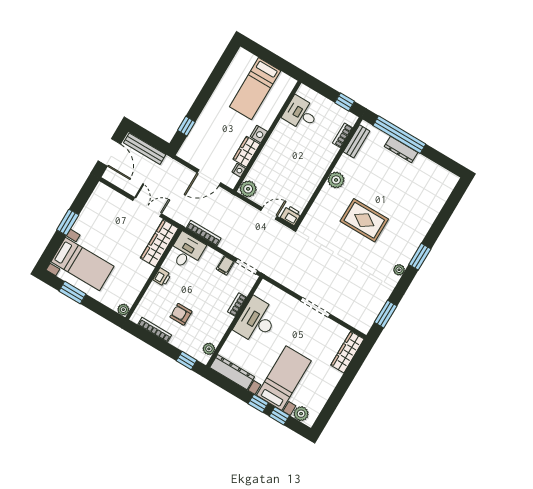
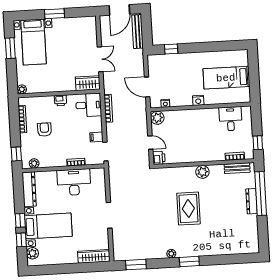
wardrobe: (246, 152) -> (181, 100), removed
wardrobe: (159, 243) -> (88, 83), width x0.67

